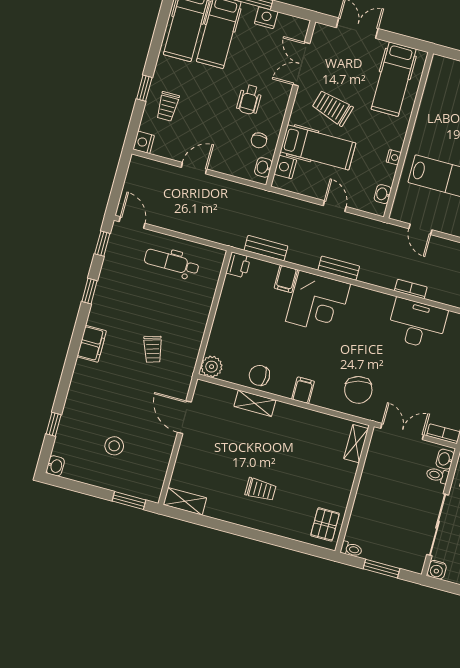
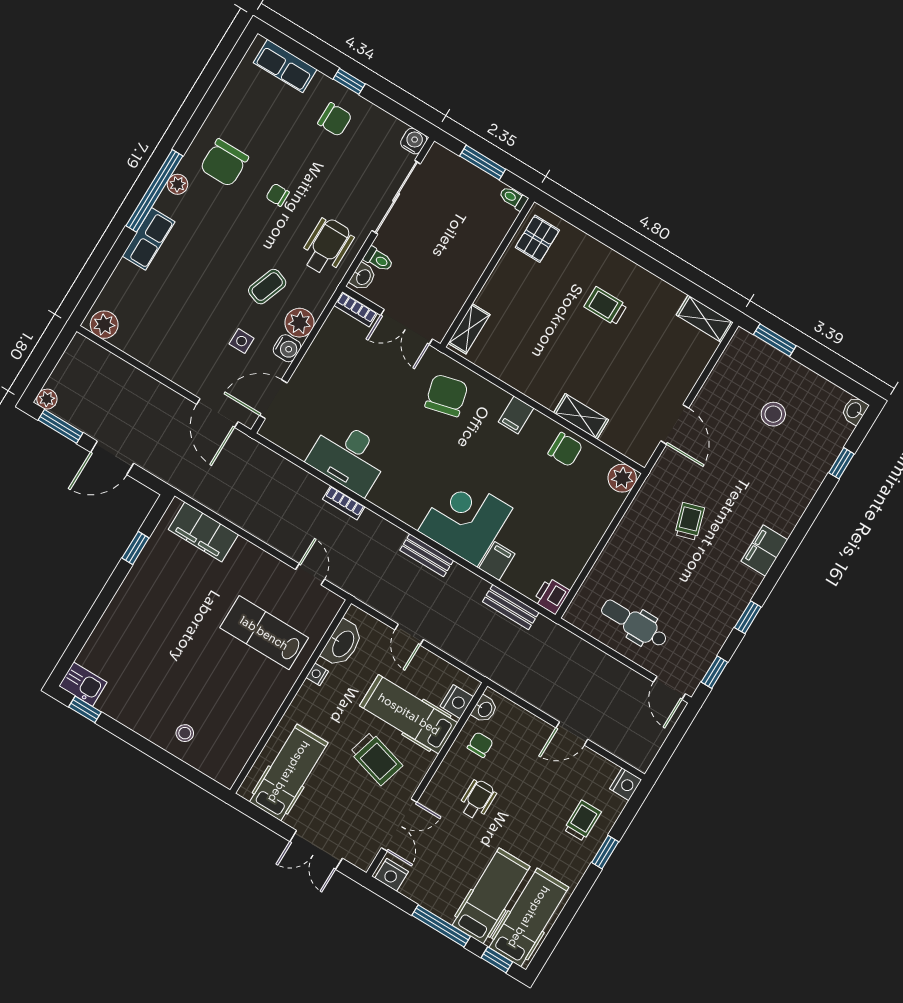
nightstand: (266, 18) -> (392, 875), moved
washbasin: (383, 194) -> (342, 644), width x1.91, depth x1.45
dental chair: (172, 262) -> (634, 623), turned 180

